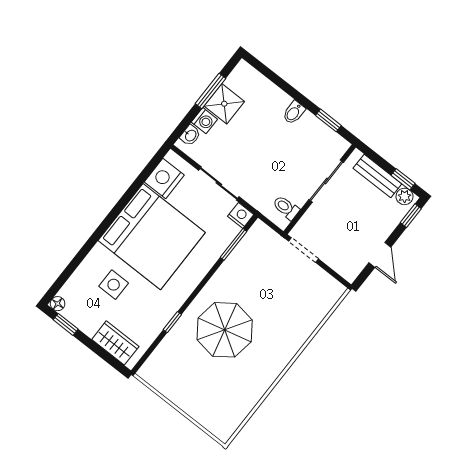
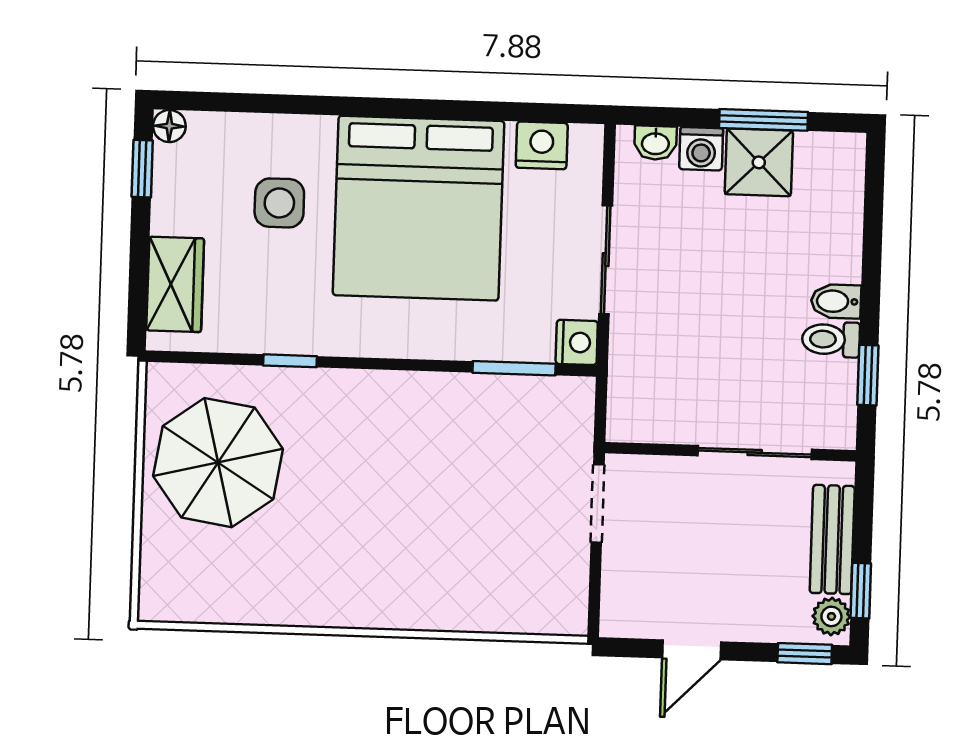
nightstand: (164, 179) -> (542, 145), width x0.74, depth x0.75
toilet: (286, 208) -> (831, 339), moved, turned -90
parasol: (225, 330) -> (218, 463), moved

